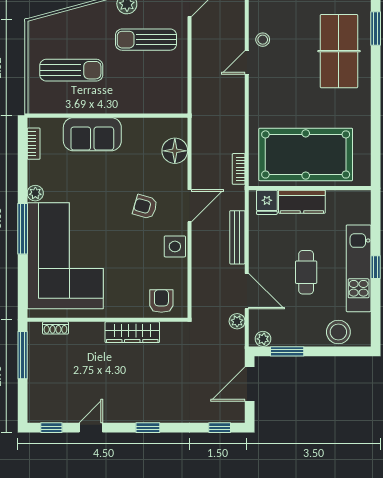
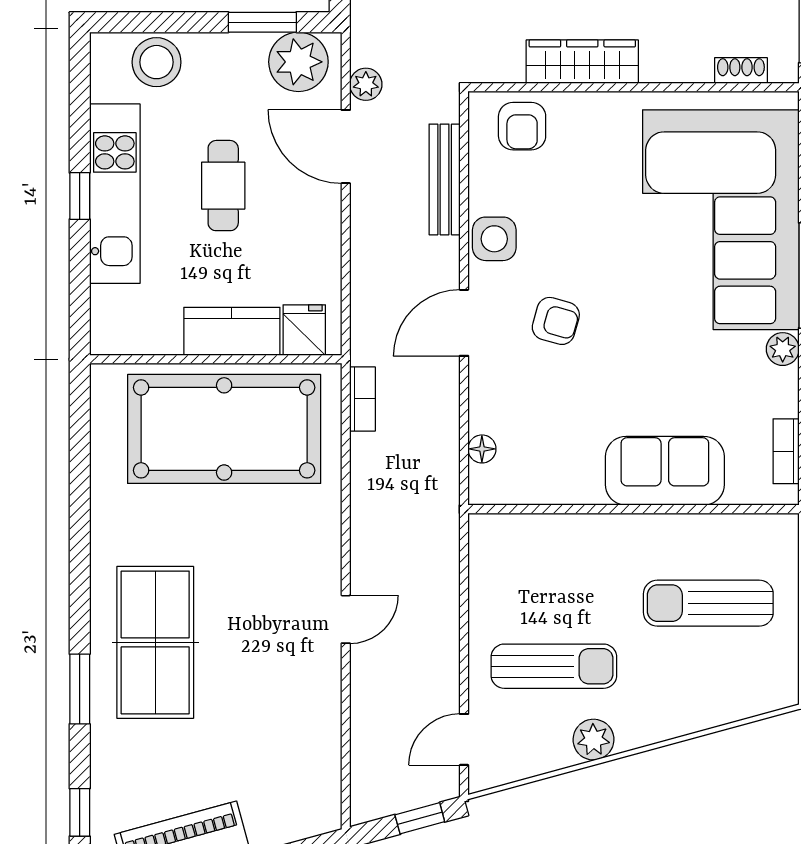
stool: (263, 40) -> (313, 666), removed
floor lamp: (175, 151) -> (482, 449), width x0.53, depth x0.53
bench: (237, 237) -> (445, 179), moved
plant: (263, 339) -> (298, 62), width x1.88, depth x1.88

